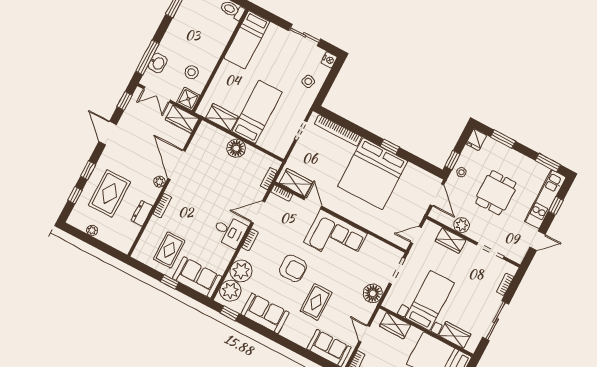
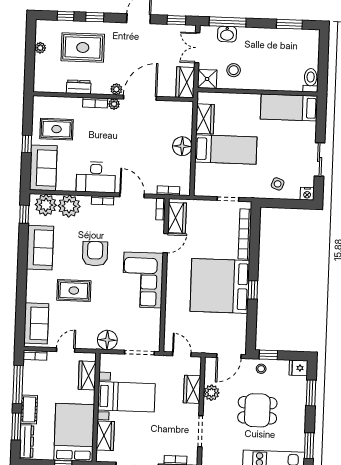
plant: (171, 190) -> (114, 104), added
desk: (229, 231) -> (96, 177), width x1.37
armchair: (293, 268) -> (95, 254), turned 180

